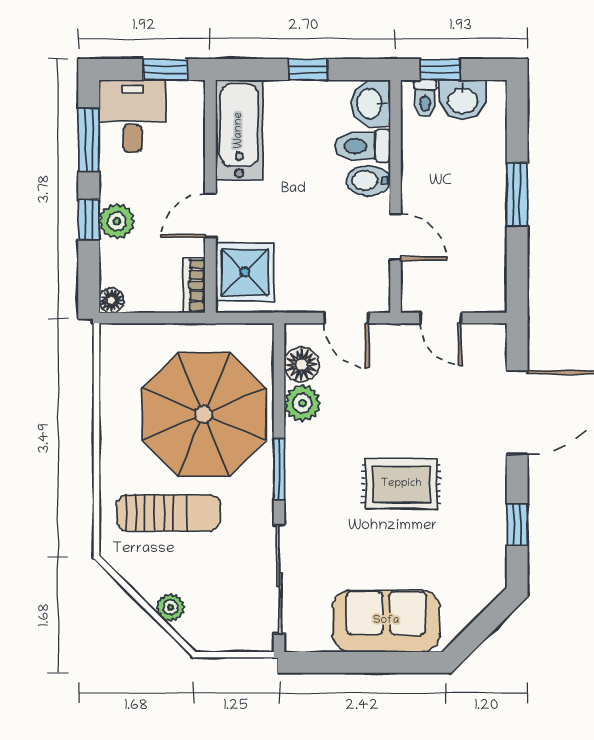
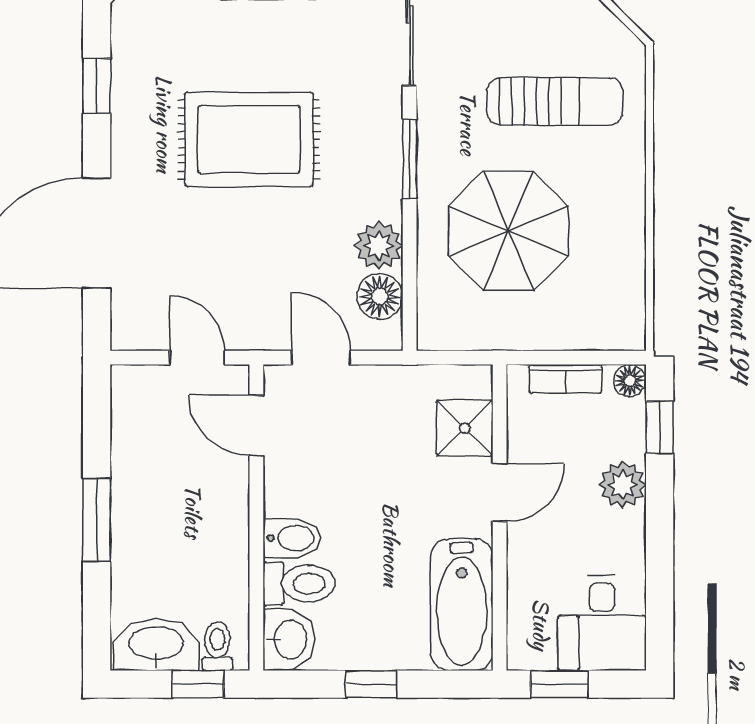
washbasin: (463, 100) -> (156, 645), width x1.38
window: (89, 140) -> (660, 592), removed
window: (89, 220) -> (660, 427), moved
door: (395, 237) -> (256, 425), moved
shower: (245, 272) -> (465, 428), width x0.73, depth x0.73
bookcase: (194, 285) -> (565, 379), moved, turned 90
parasol: (204, 414) -> (508, 231), width x0.73, depth x0.73
rug: (401, 484) -> (249, 139), width x1.36, depth x1.43
sun lounger: (168, 513) -> (555, 101), turned 180

